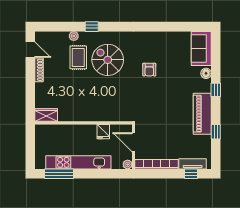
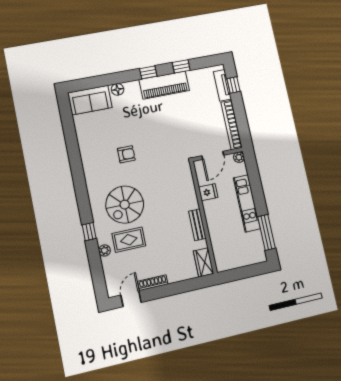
window: (216, 90) -> (148, 72), moved
bench: (78, 117) -> (197, 225), added
kitchen unit: (78, 162) -> (247, 203), width x0.73

